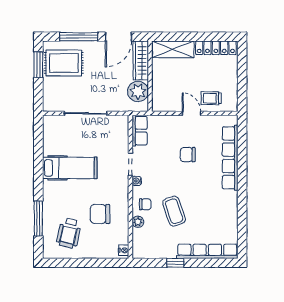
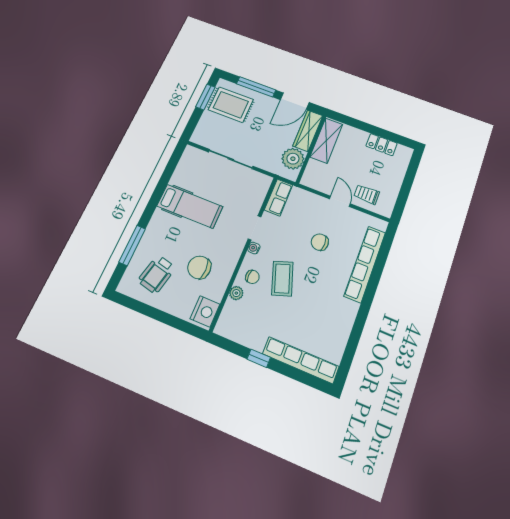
locker: (216, 48) -> (382, 145), width x0.66
shelving: (173, 49) -> (326, 140), moved, turned 90
coffee table: (174, 211) -> (282, 278), moved
nightstand: (124, 250) -> (205, 311), width x1.89, depth x1.79

